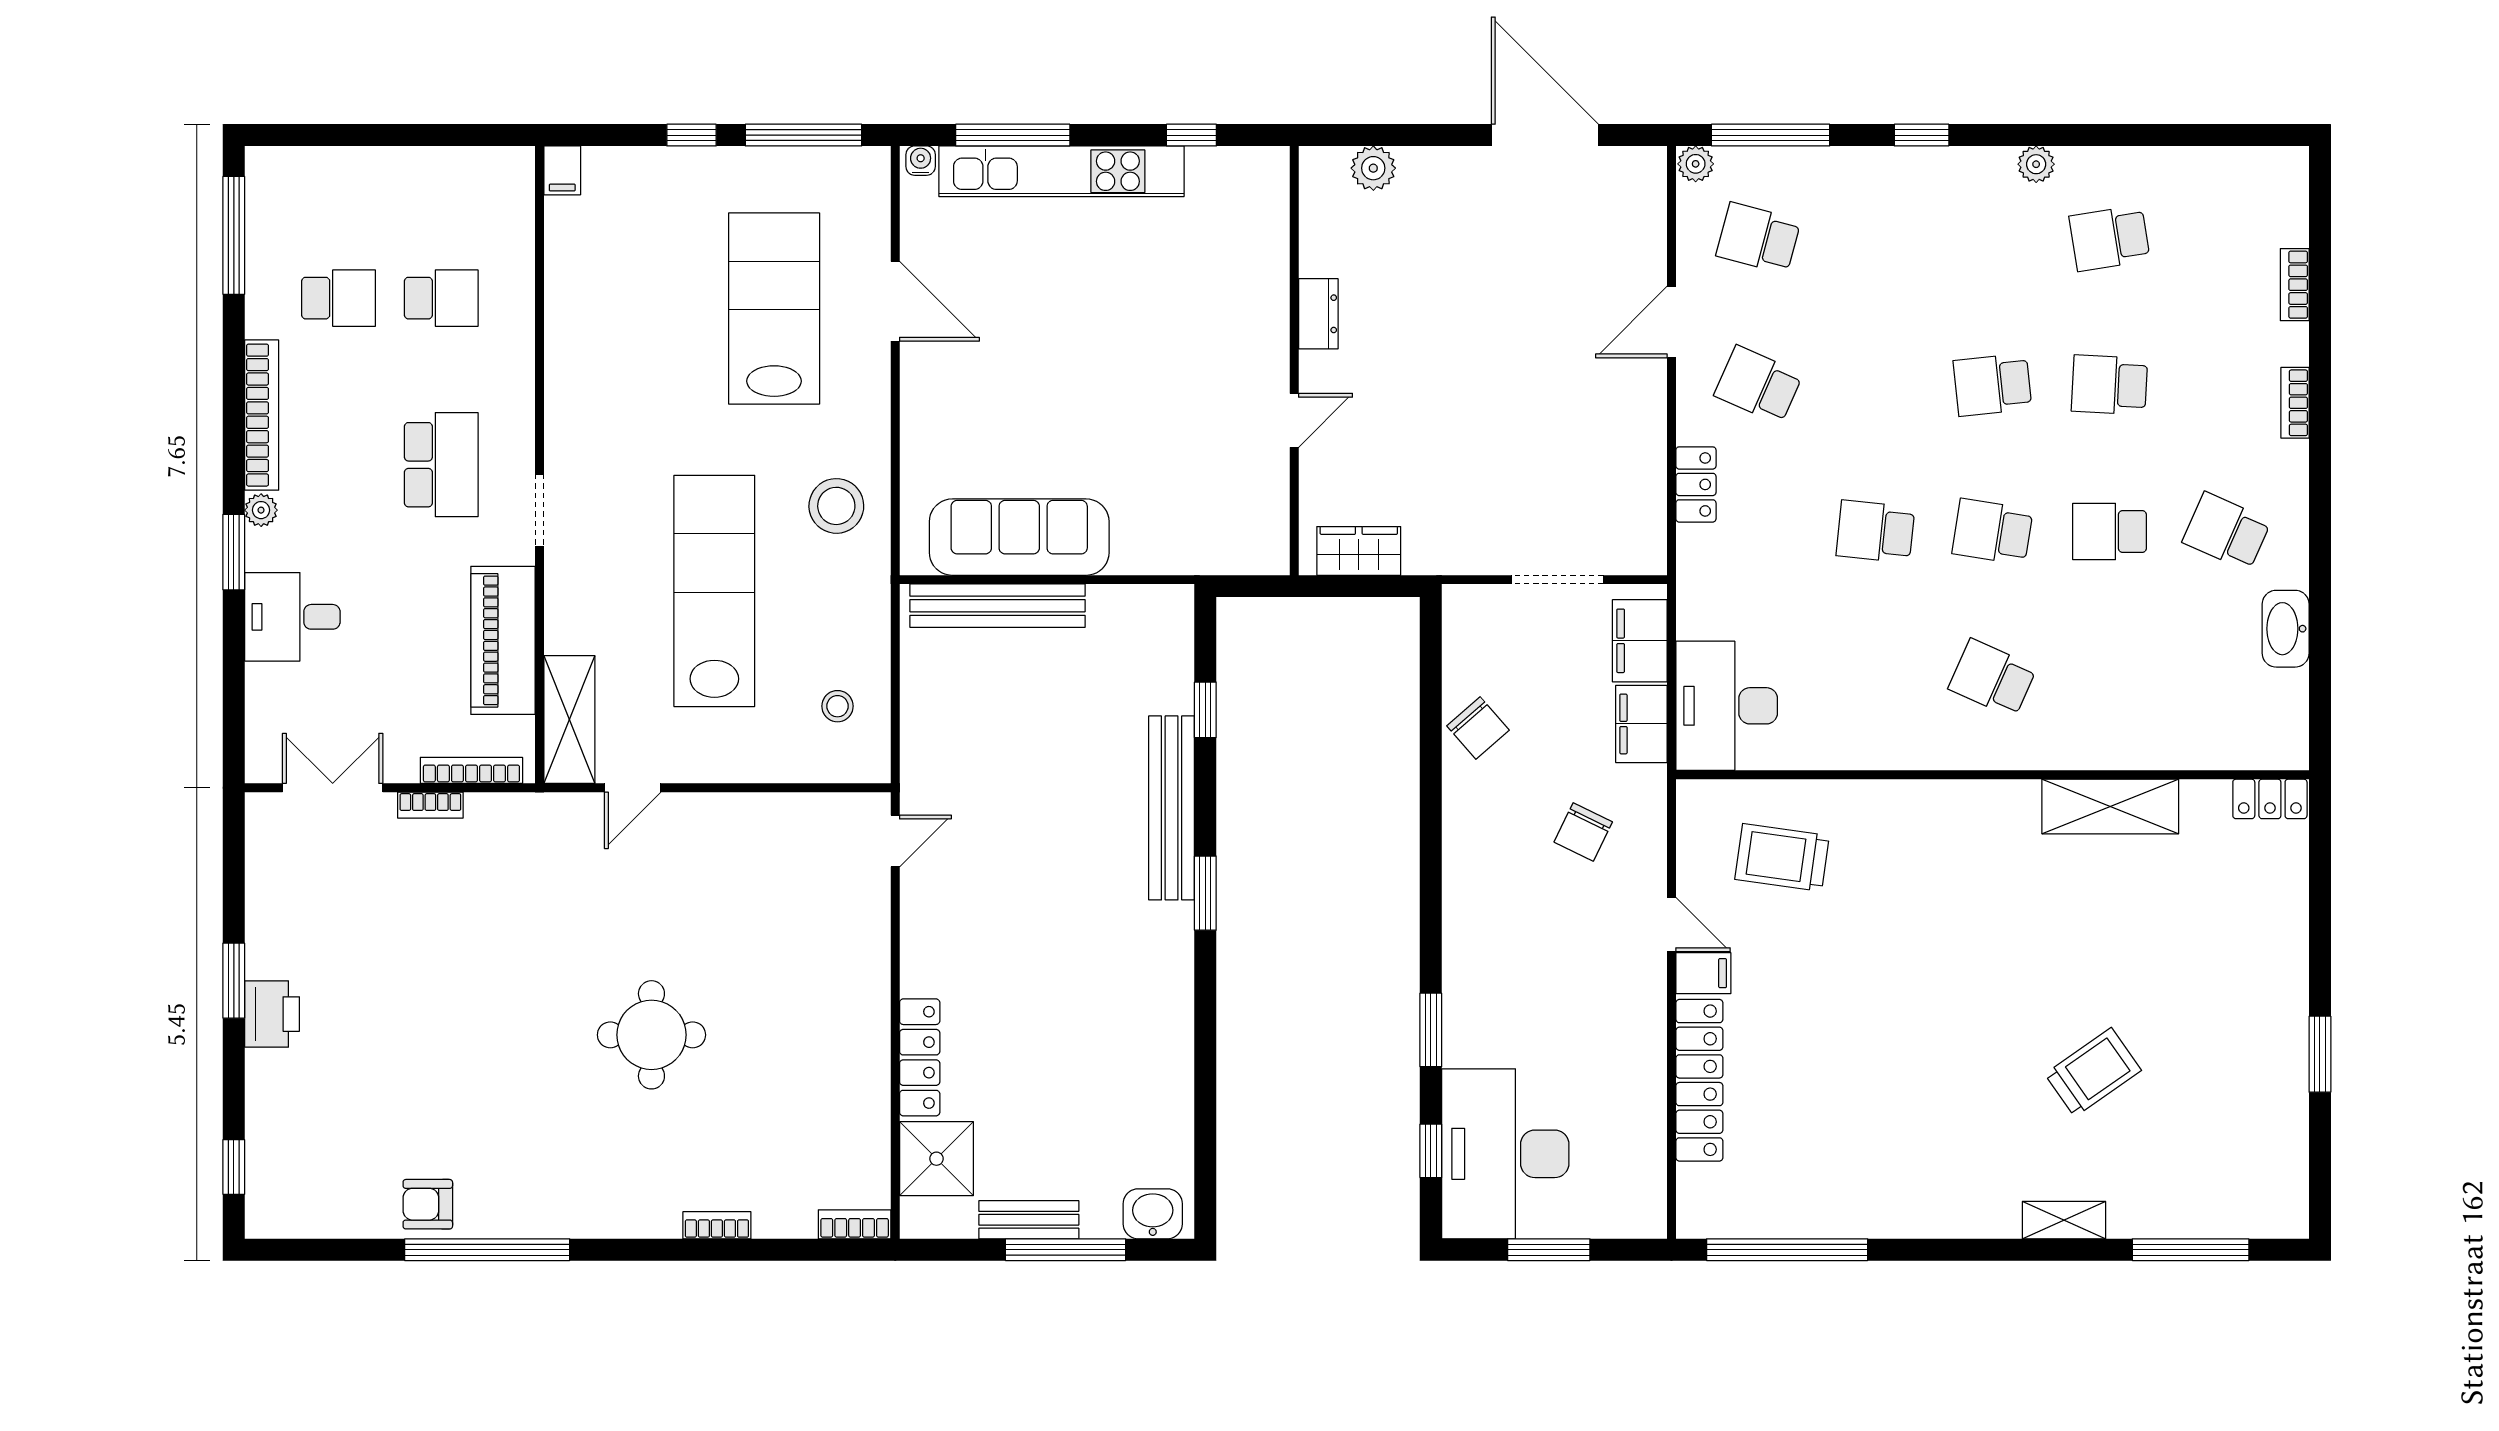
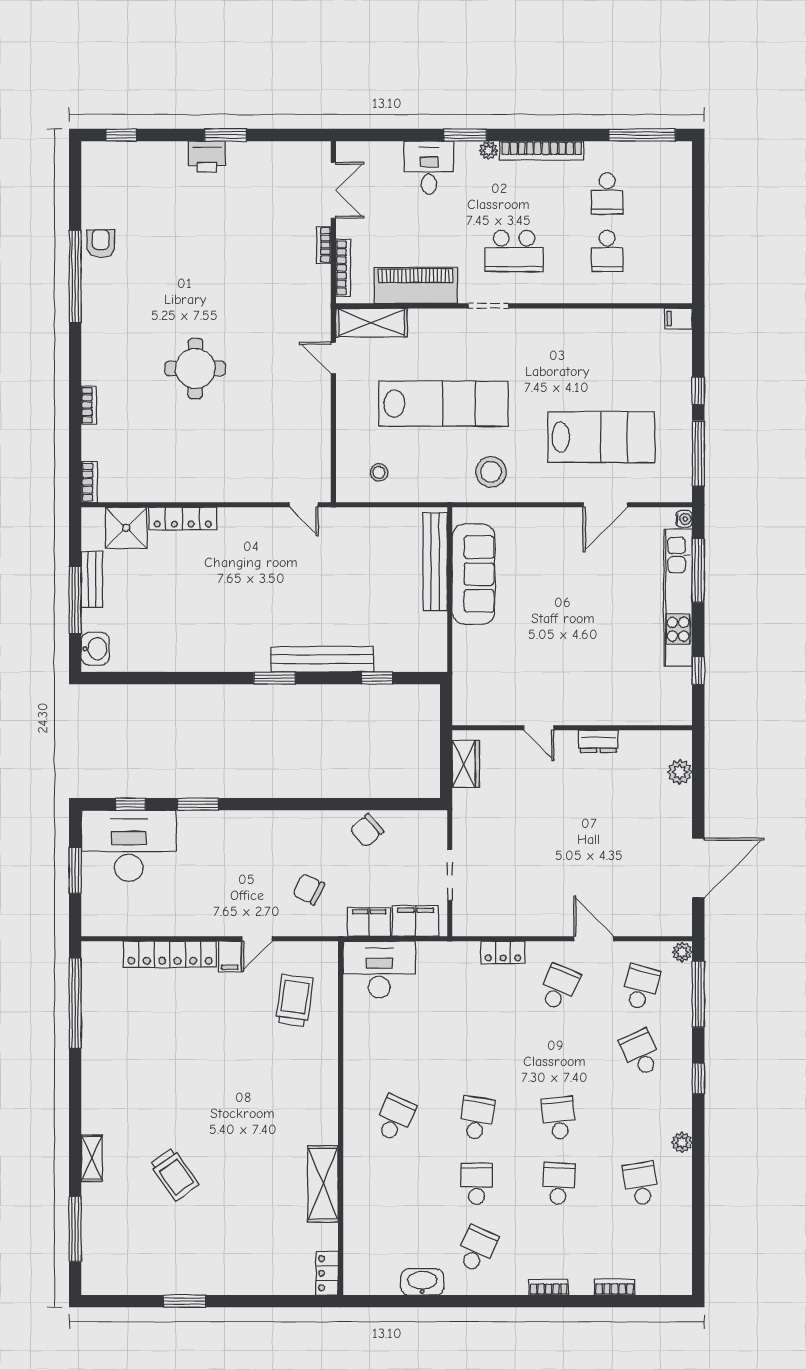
school desk: (1875, 531) -> (641, 1053), moved, turned -30

